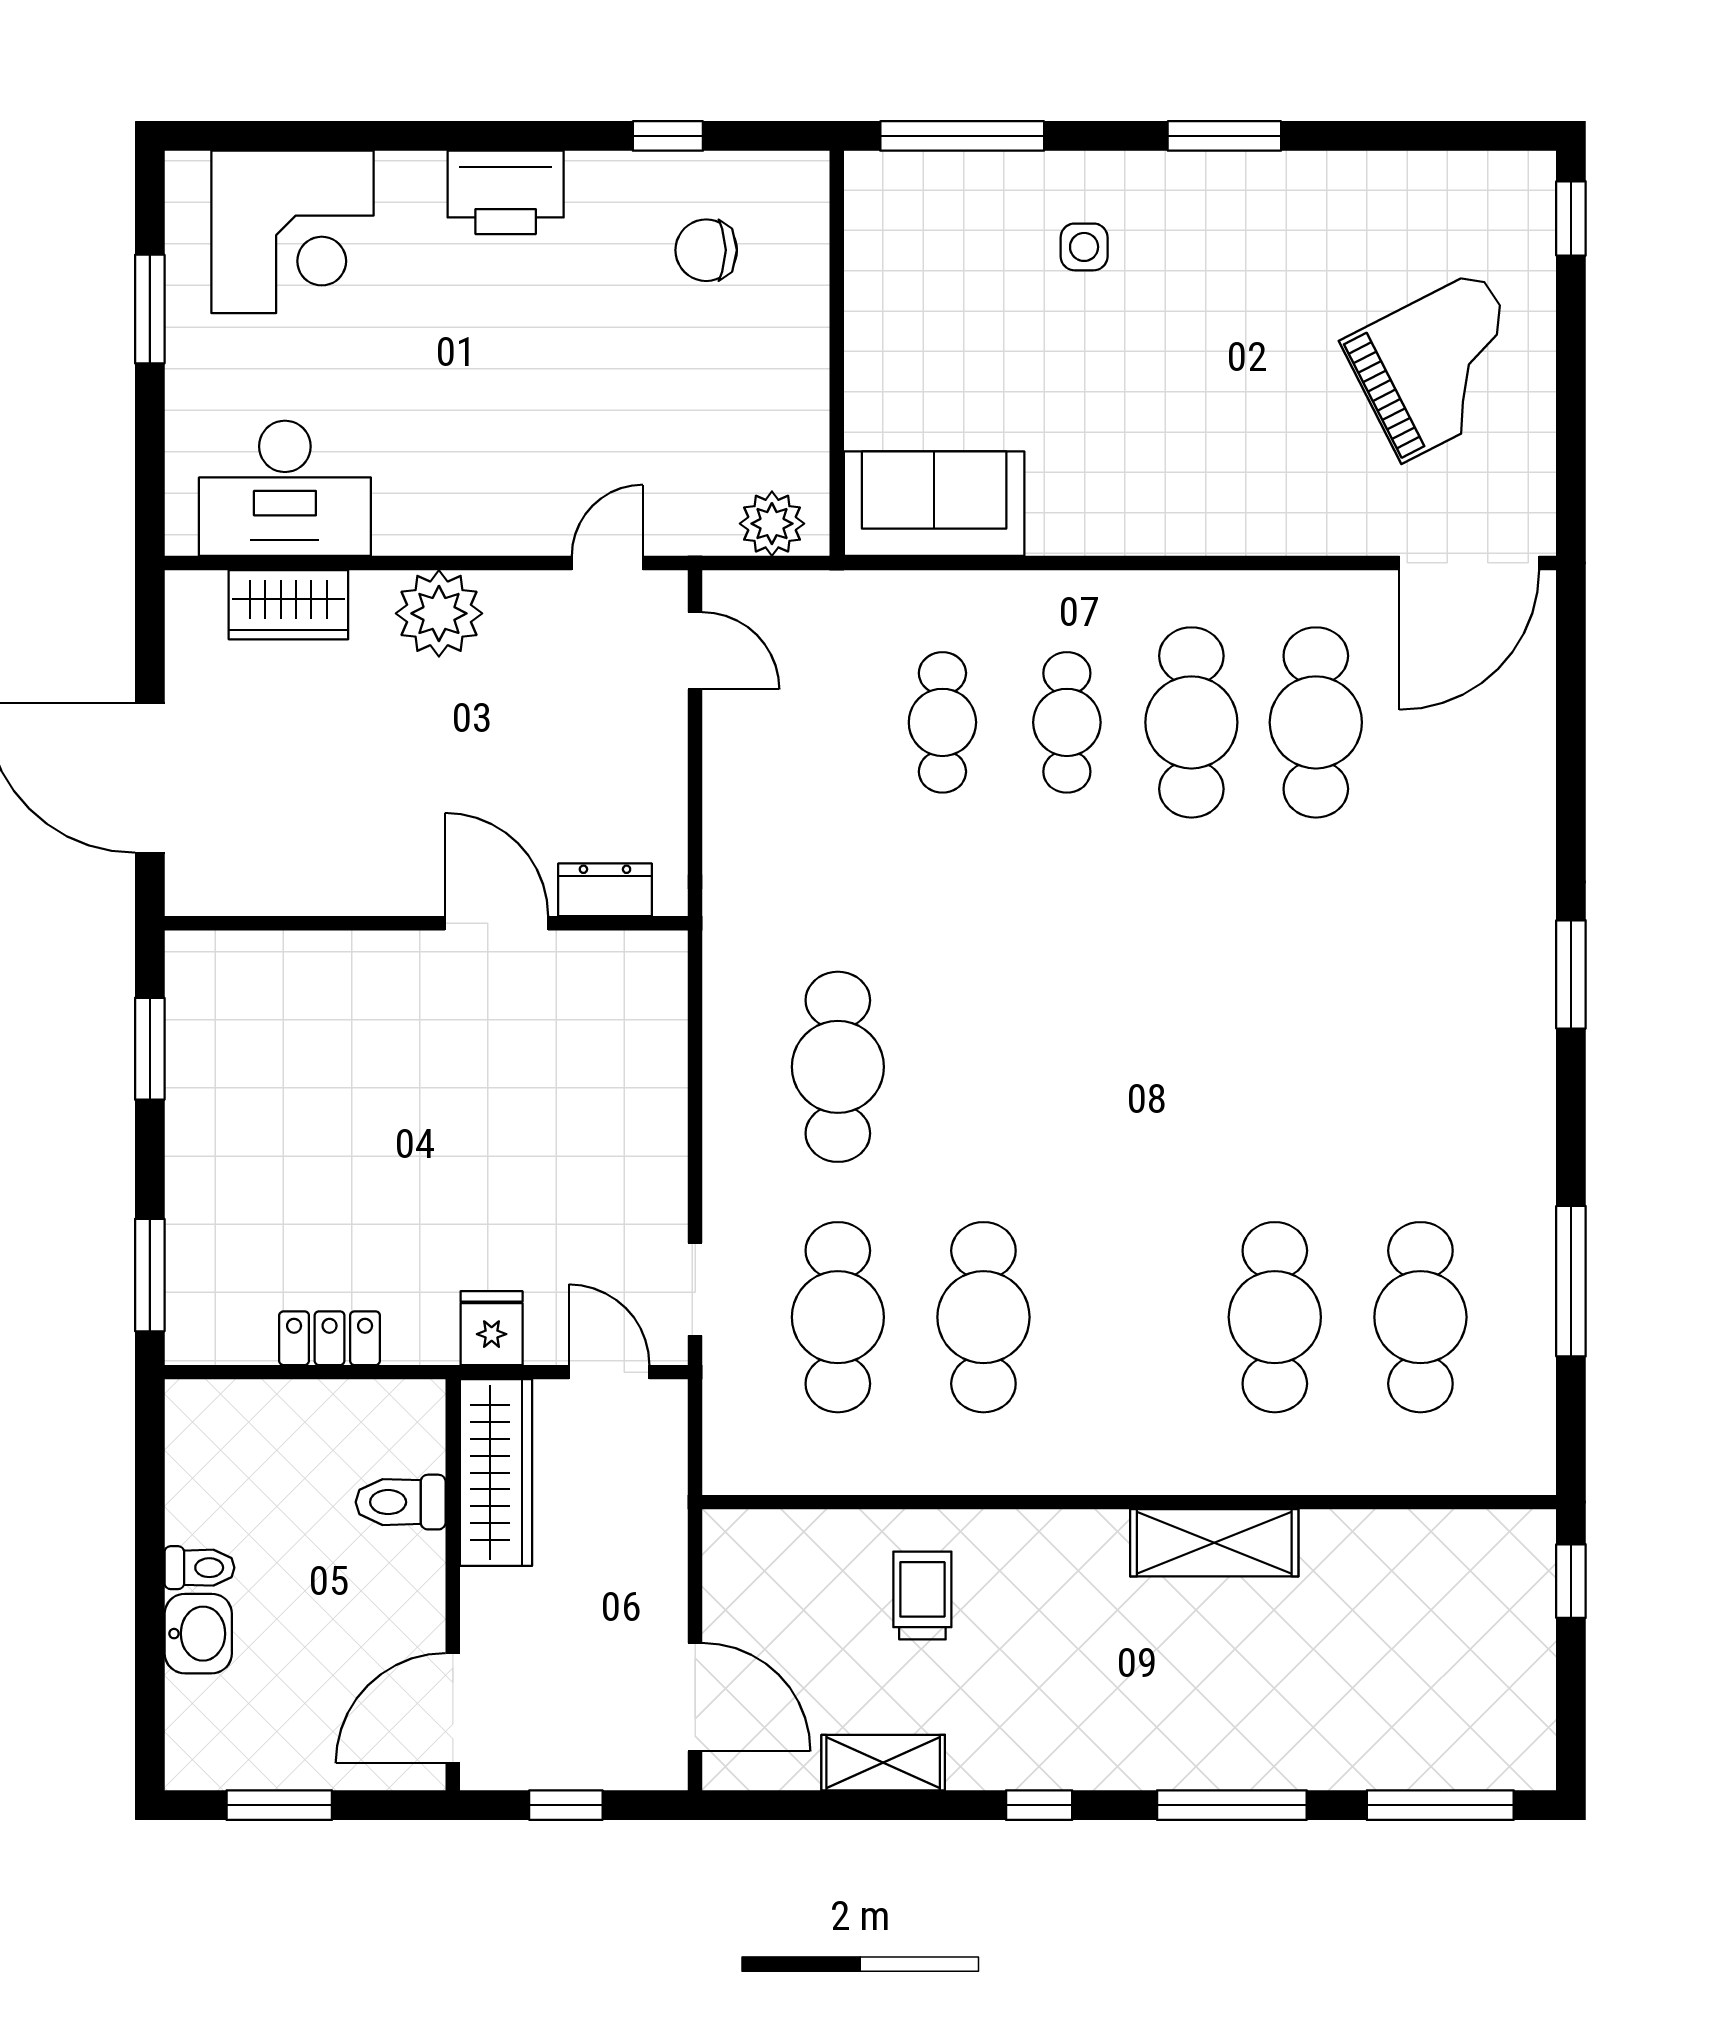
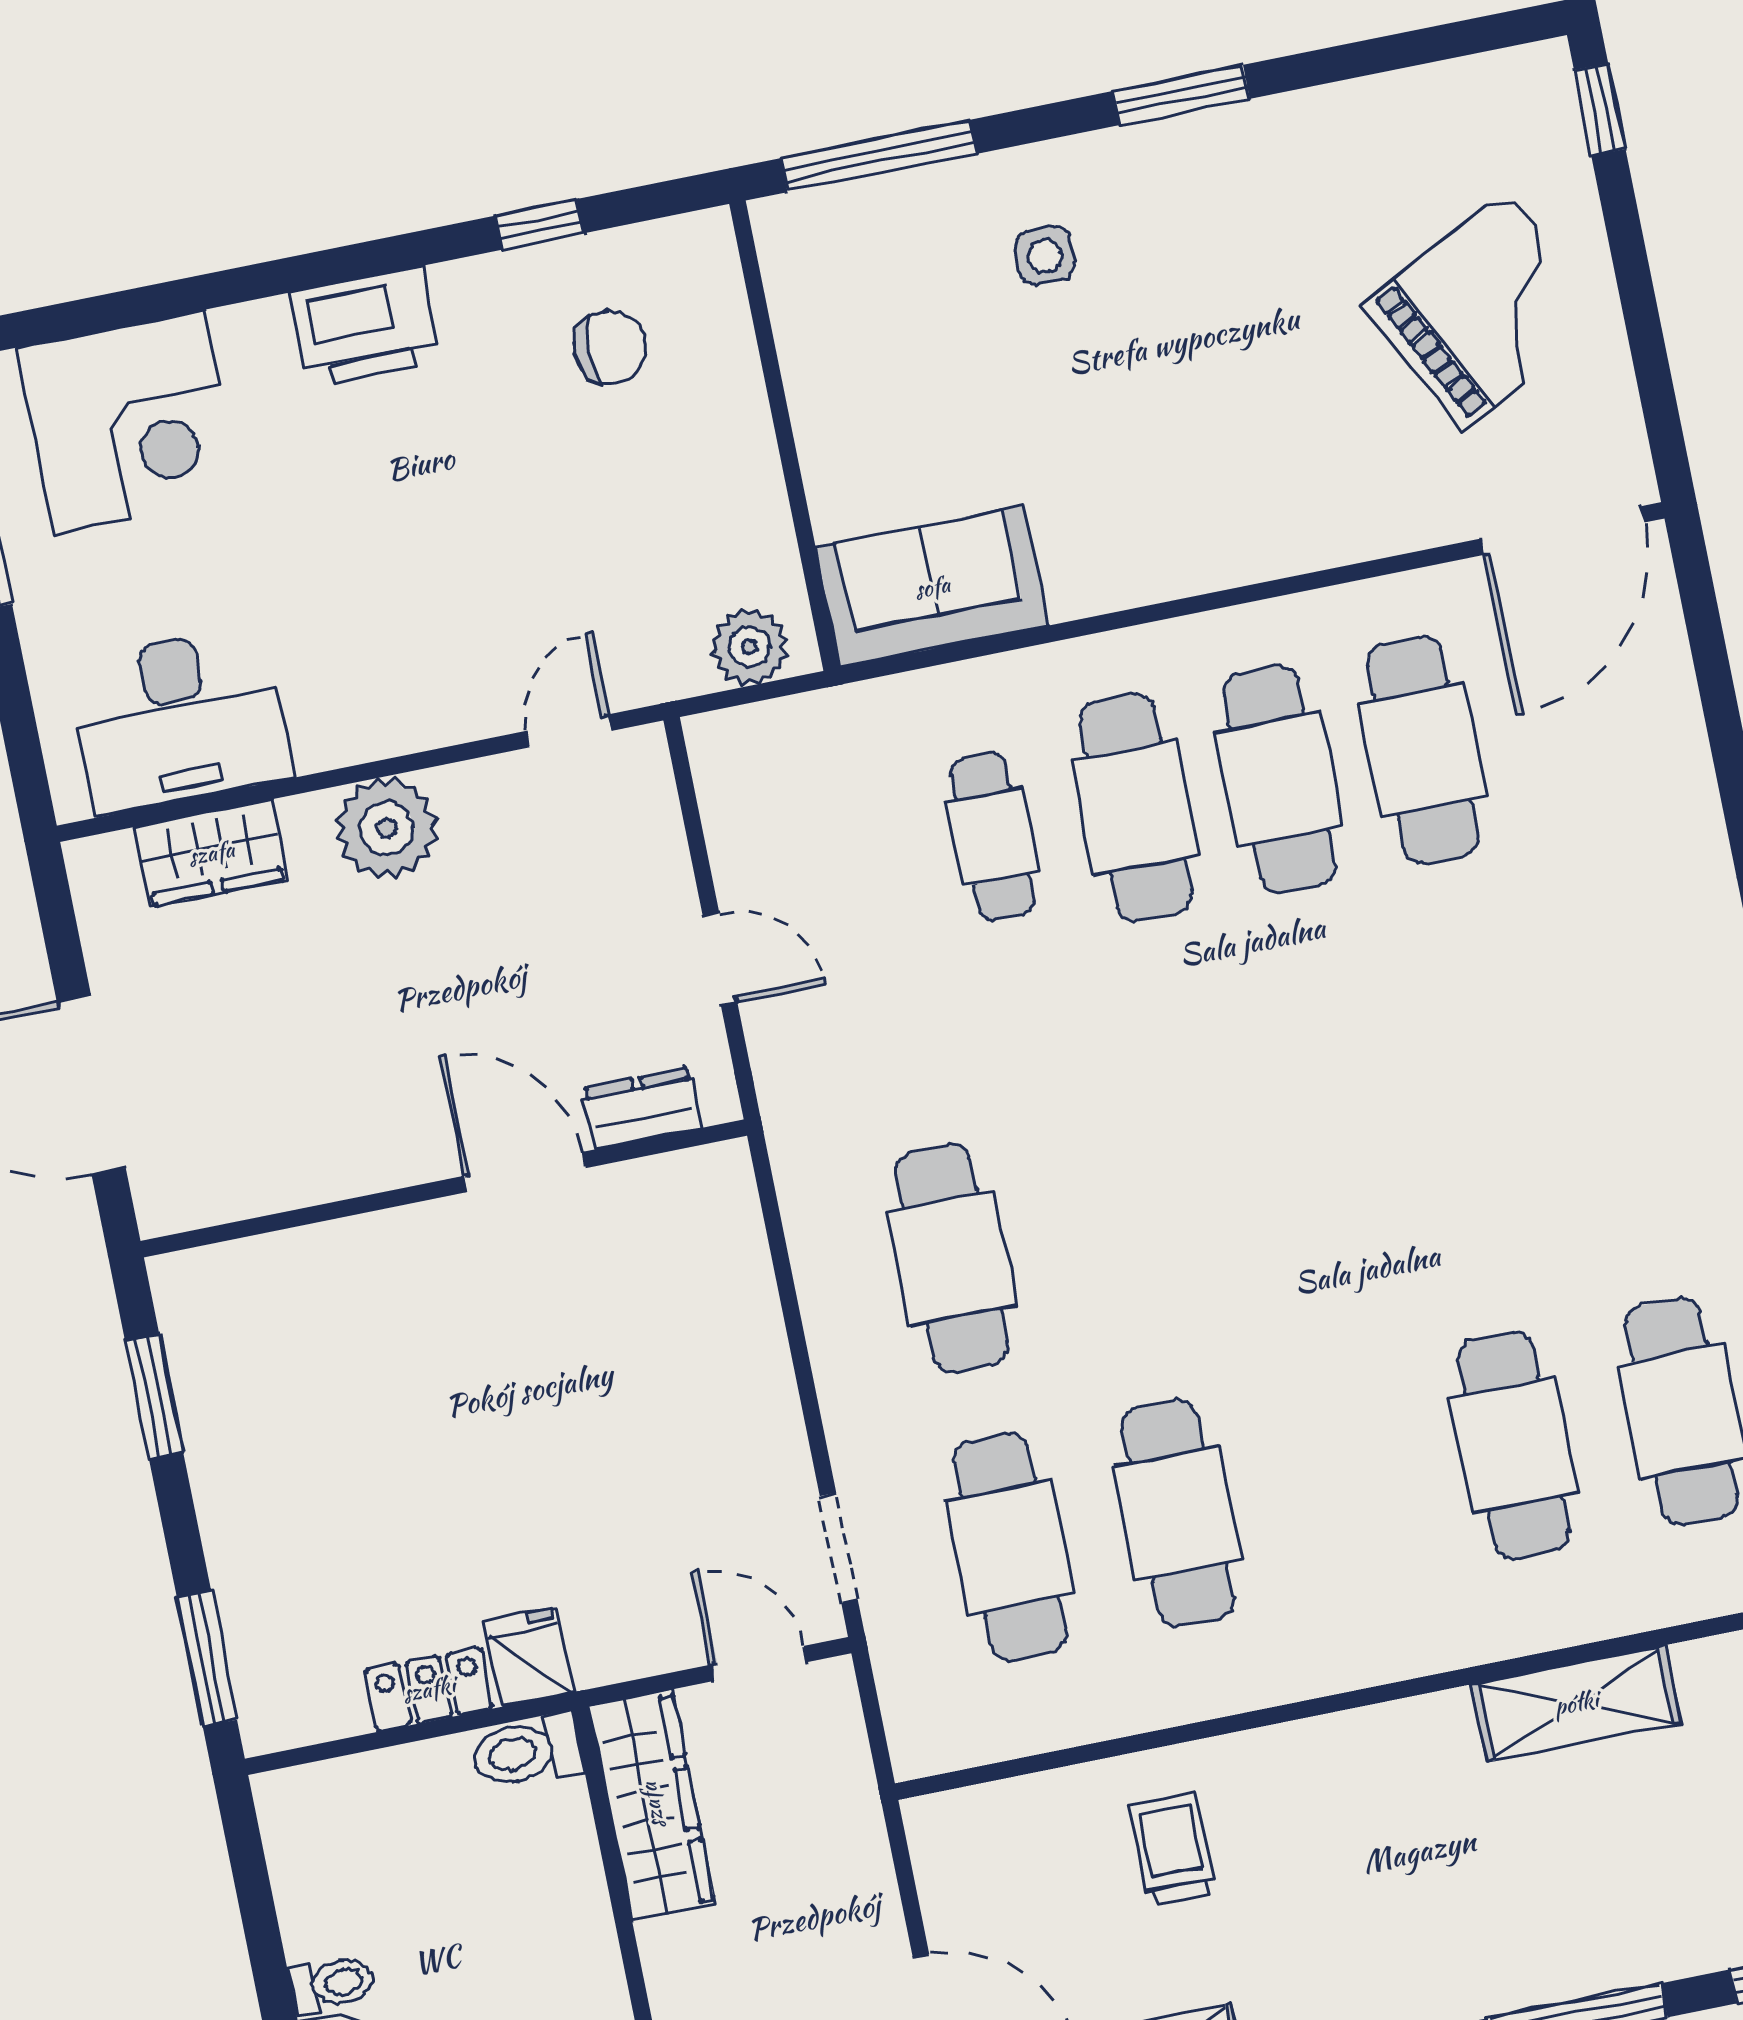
chair: (706, 250) -> (610, 347), turned 180
door: (695, 651) -> (720, 959), moved
cafe table: (1067, 722) -> (1136, 808), width x1.37, depth x1.35
fridge: (492, 1328) -> (529, 1657), moved
toilet: (401, 1502) -> (527, 1752), moved
shelving: (1214, 1543) -> (1576, 1703), moved

